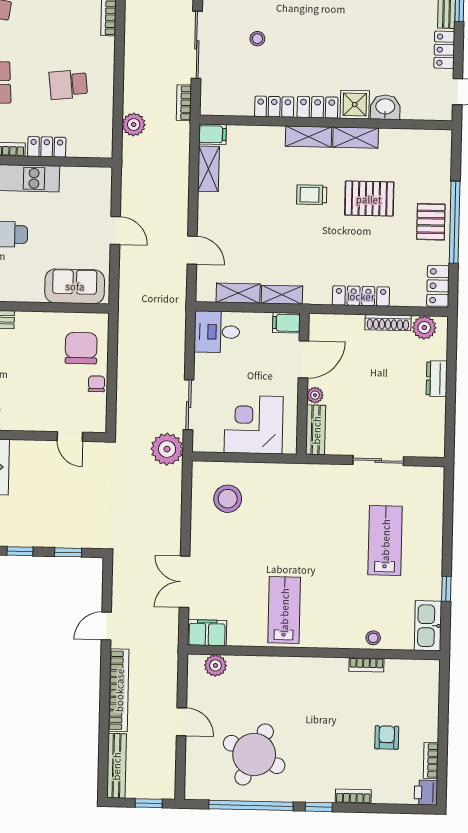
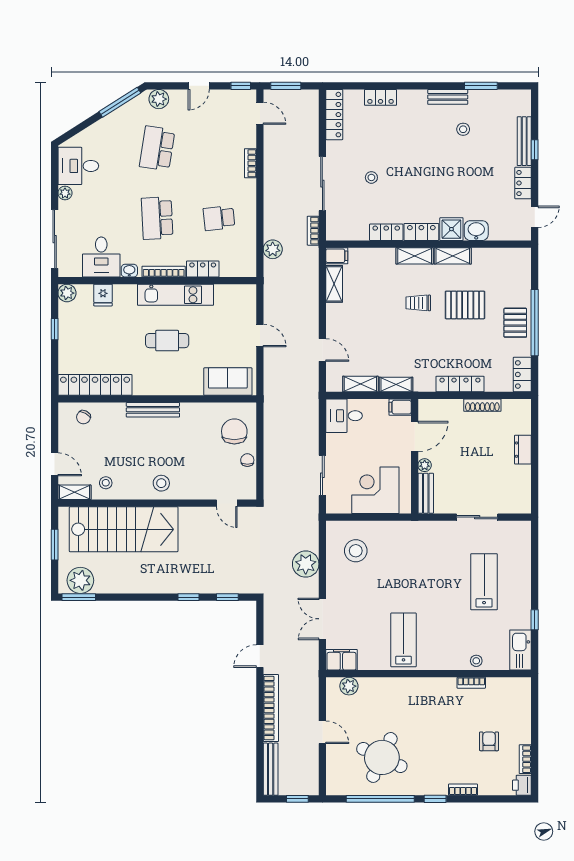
plant: (424, 328) -> (512, 408), removed
plant: (167, 449) -> (306, 564), moved

